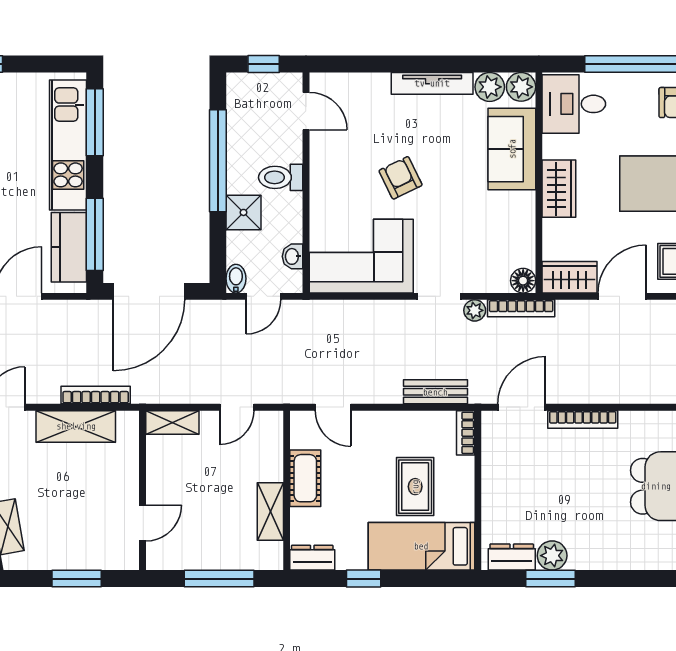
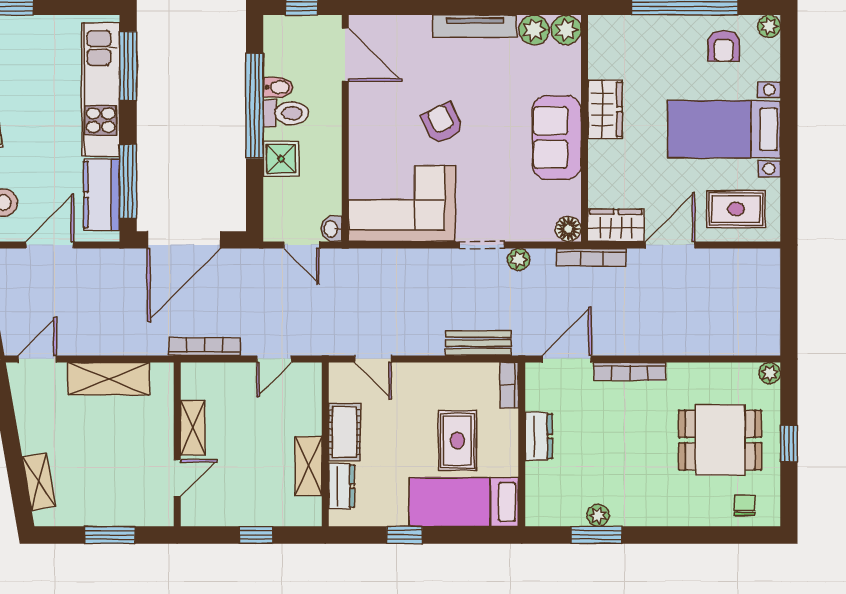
desk: (574, 104) -> (620, 47), removed
door: (306, 111) -> (345, 55), width x1.38
sofa: (512, 149) -> (557, 137), moved
toilet: (281, 177) -> (286, 113), moved, turned 180
wardrobe: (559, 189) -> (605, 109), moved
washbasin: (293, 256) -> (331, 229), moved
bidet: (236, 279) -> (278, 87), moved, turned 90
door: (263, 296) -> (301, 245), hinge flipped
bookcase: (521, 308) -> (591, 257), moved
bookcase: (96, 395) -> (205, 346), moved
shelving: (172, 423) -> (193, 428), moved, turned 90
plant: (552, 556) -> (598, 515), width x0.73, depth x0.73
dresser: (512, 557) -> (539, 436), moved, turned 90
dresser: (312, 558) -> (342, 486), moved, turned 90
window: (219, 579) -> (256, 535), width x0.46

